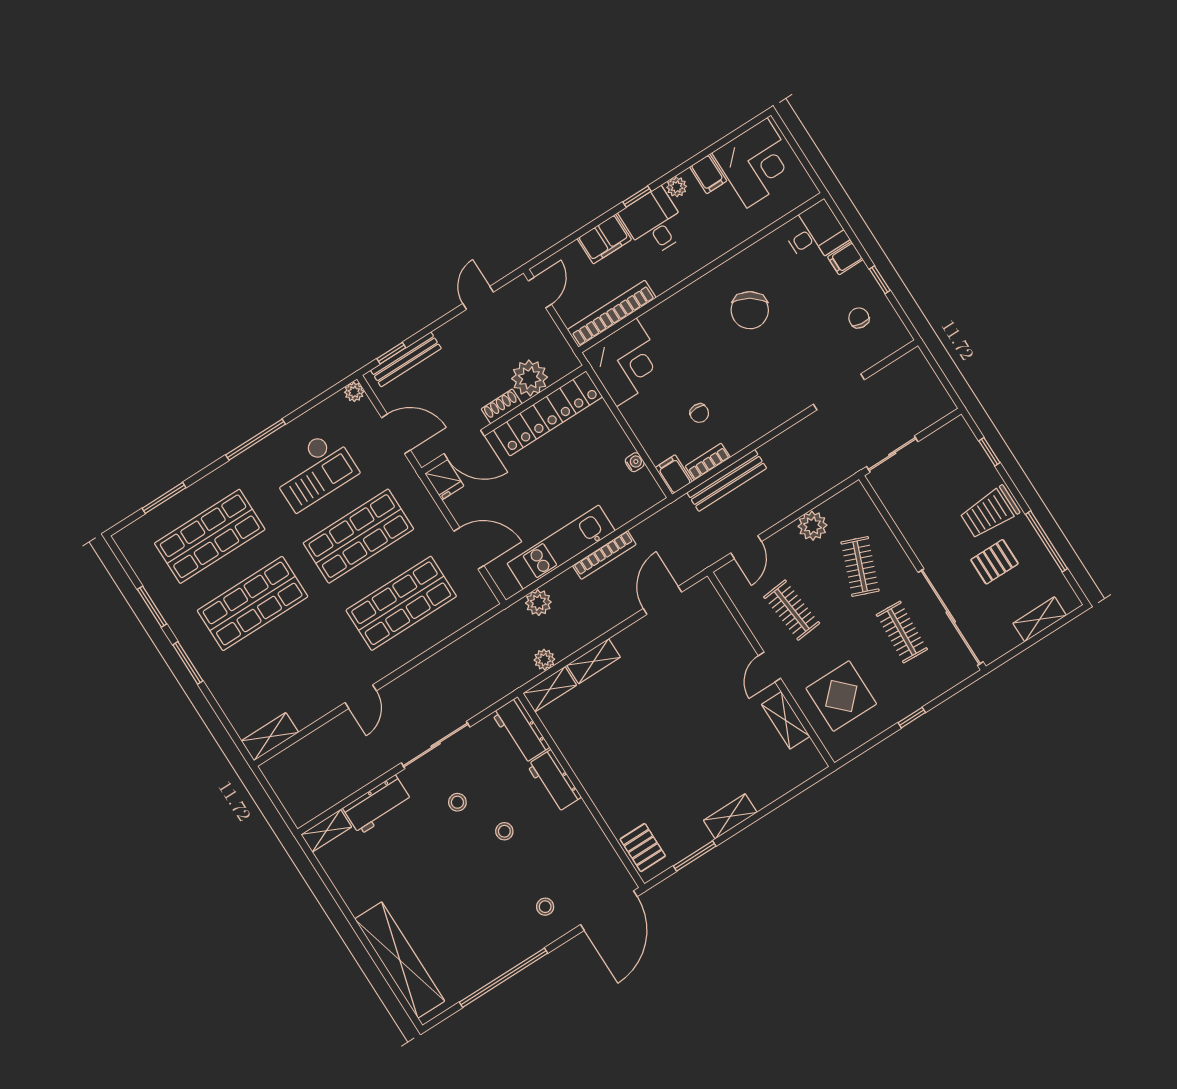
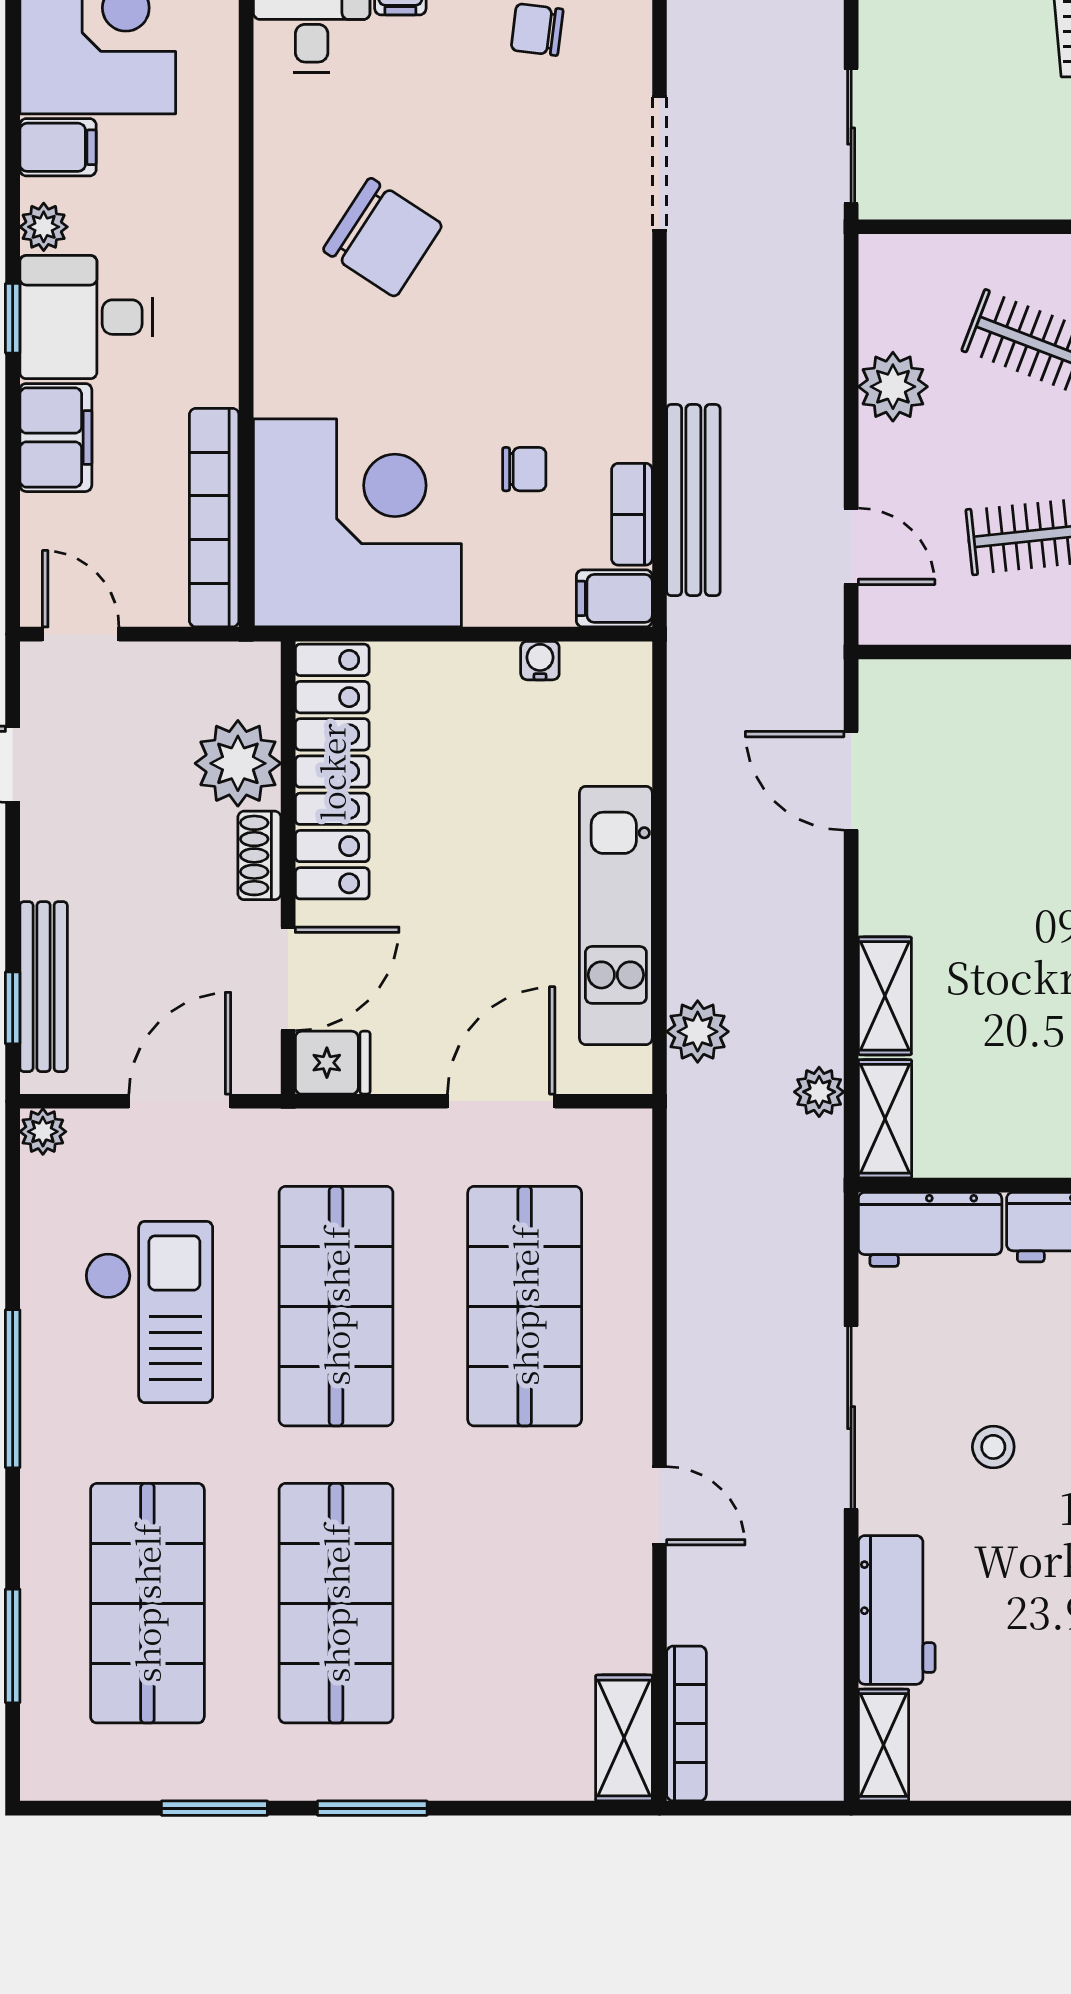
corner desk: (626, 362) -> (357, 523), width x1.36, depth x1.36
bookcase: (604, 555) -> (686, 1723), moved

